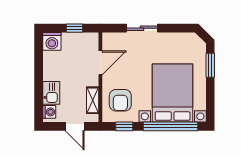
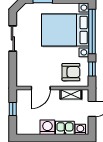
sliding door: (142, 28) -> (13, 38), moved
washing machine: (52, 41) -> (47, 127), moved, turned -90
door: (100, 63) -> (41, 88), swing flipped

